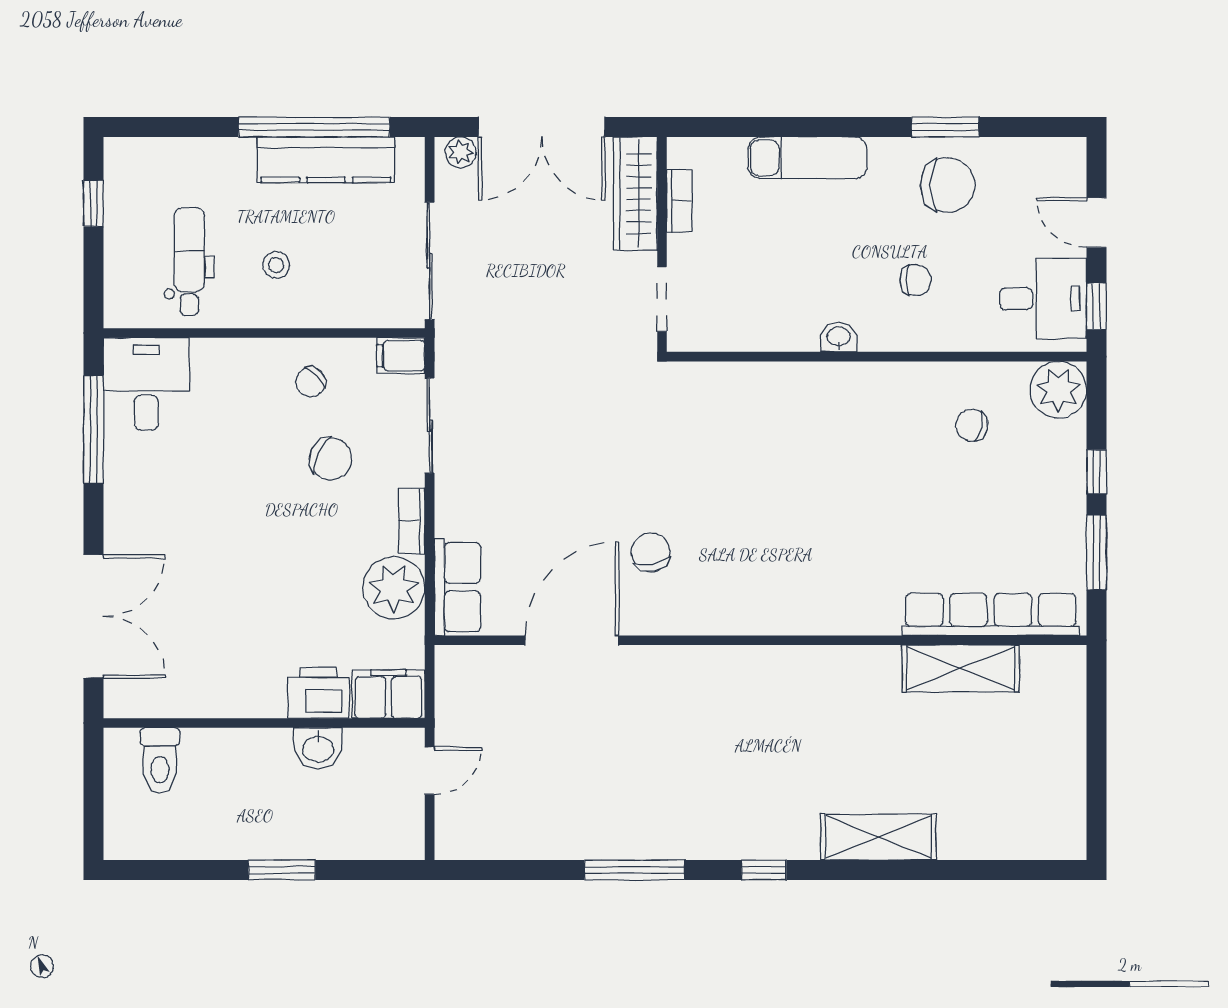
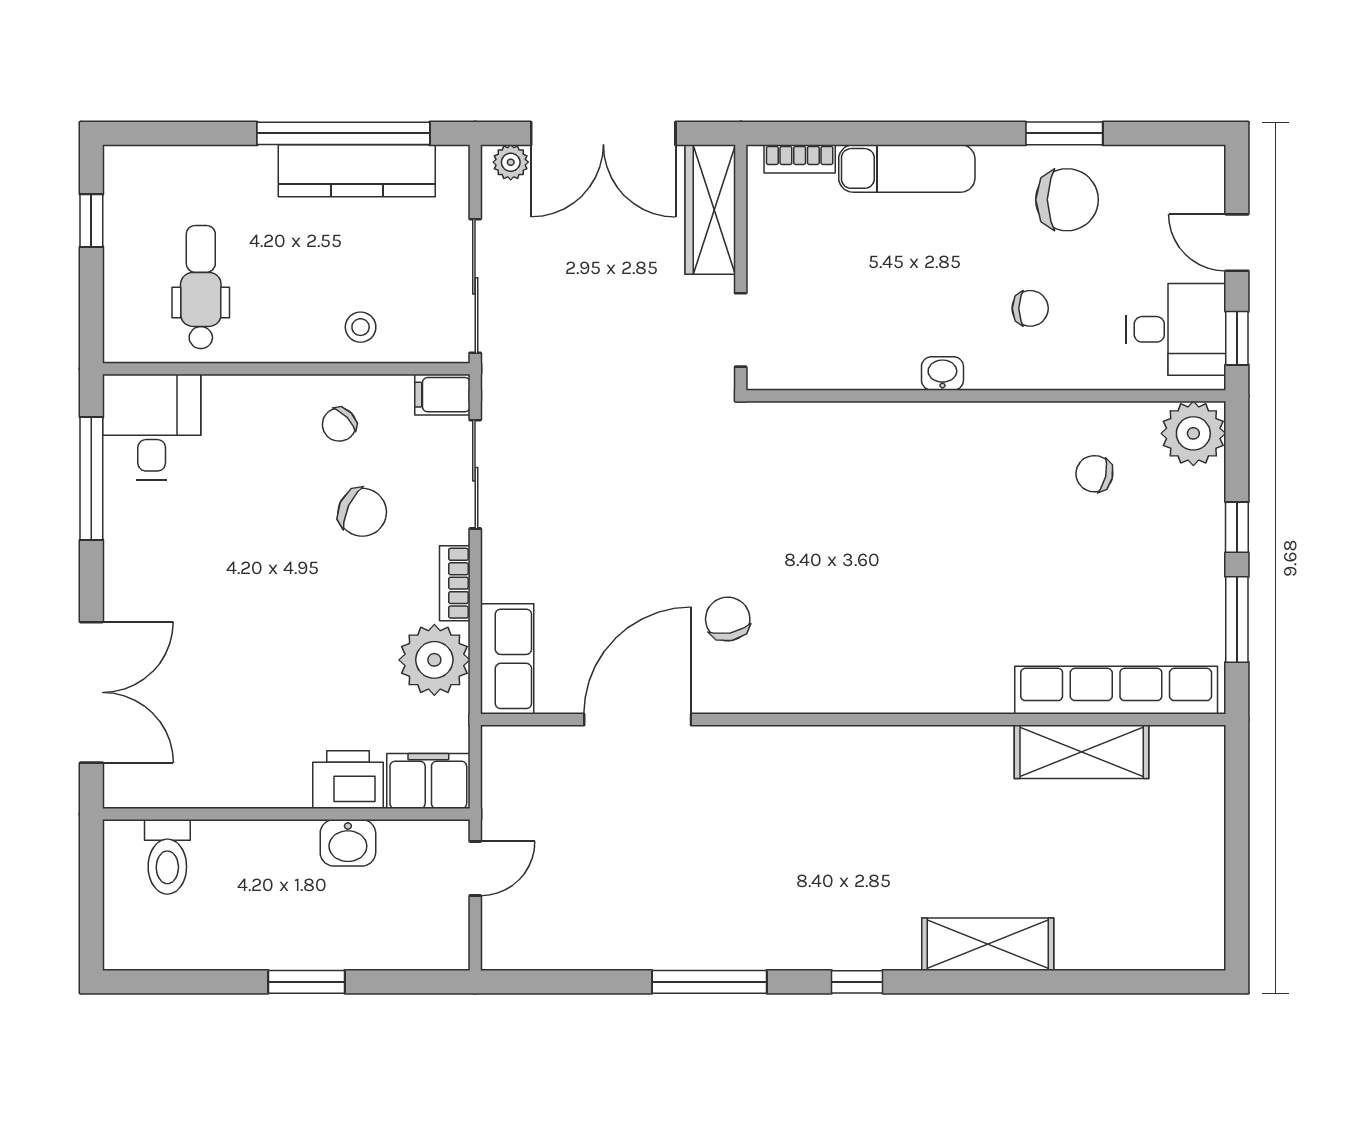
bookcase: (679, 201) -> (800, 159), moved, turned 90
stool: (276, 265) -> (361, 327), moved

